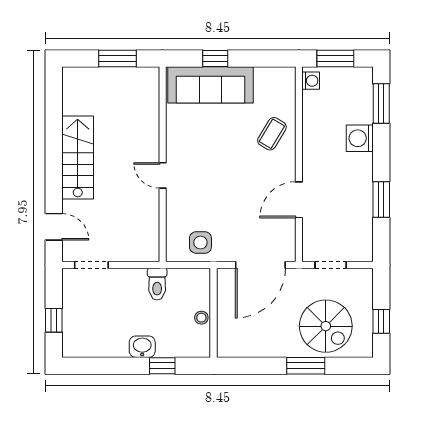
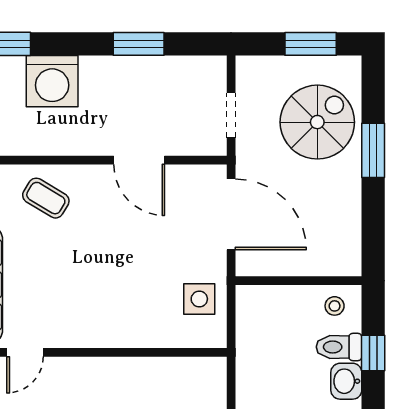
washing machine: (360, 138) -> (52, 81), width x1.37, depth x1.37
door: (163, 175) -> (25, 352), moved
toilet: (157, 284) -> (339, 347), moved, turned 180
stool: (201, 318) -> (335, 306), moved
window: (381, 321) -> (311, 44), width x1.50

